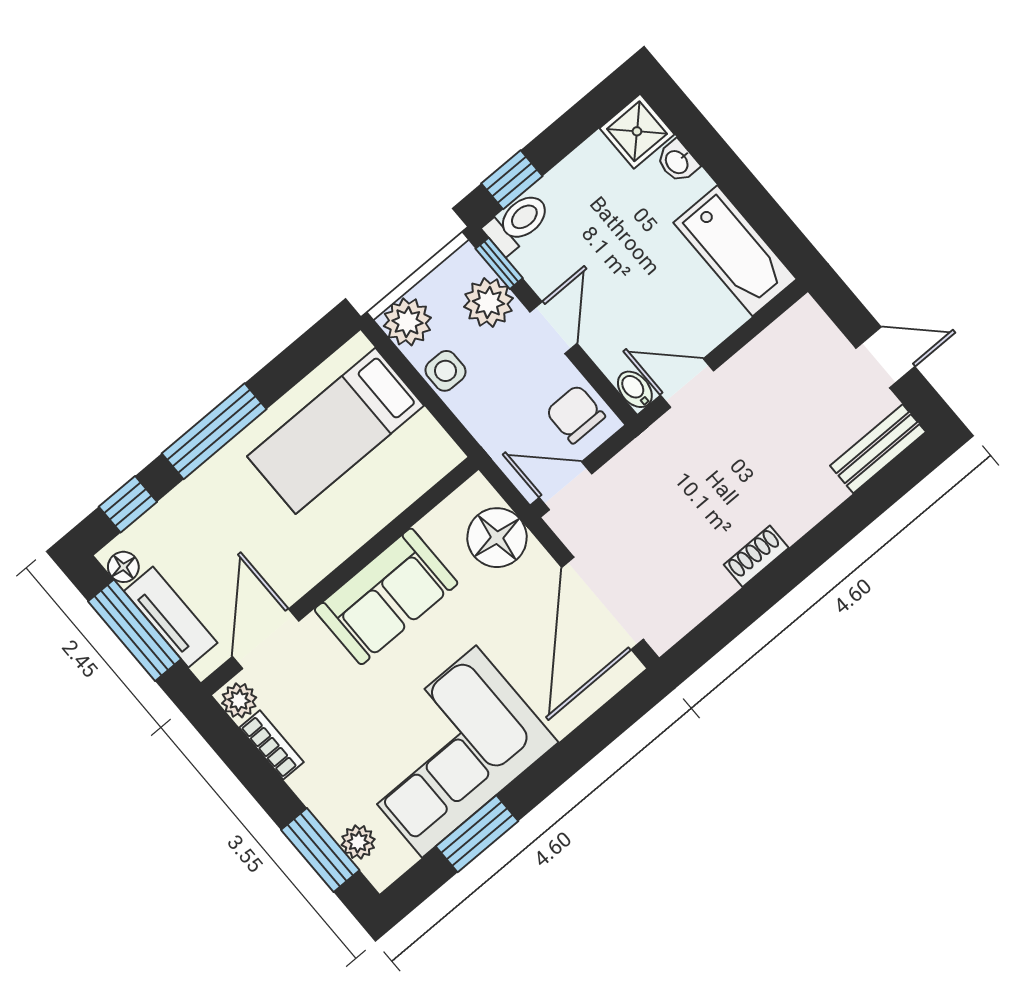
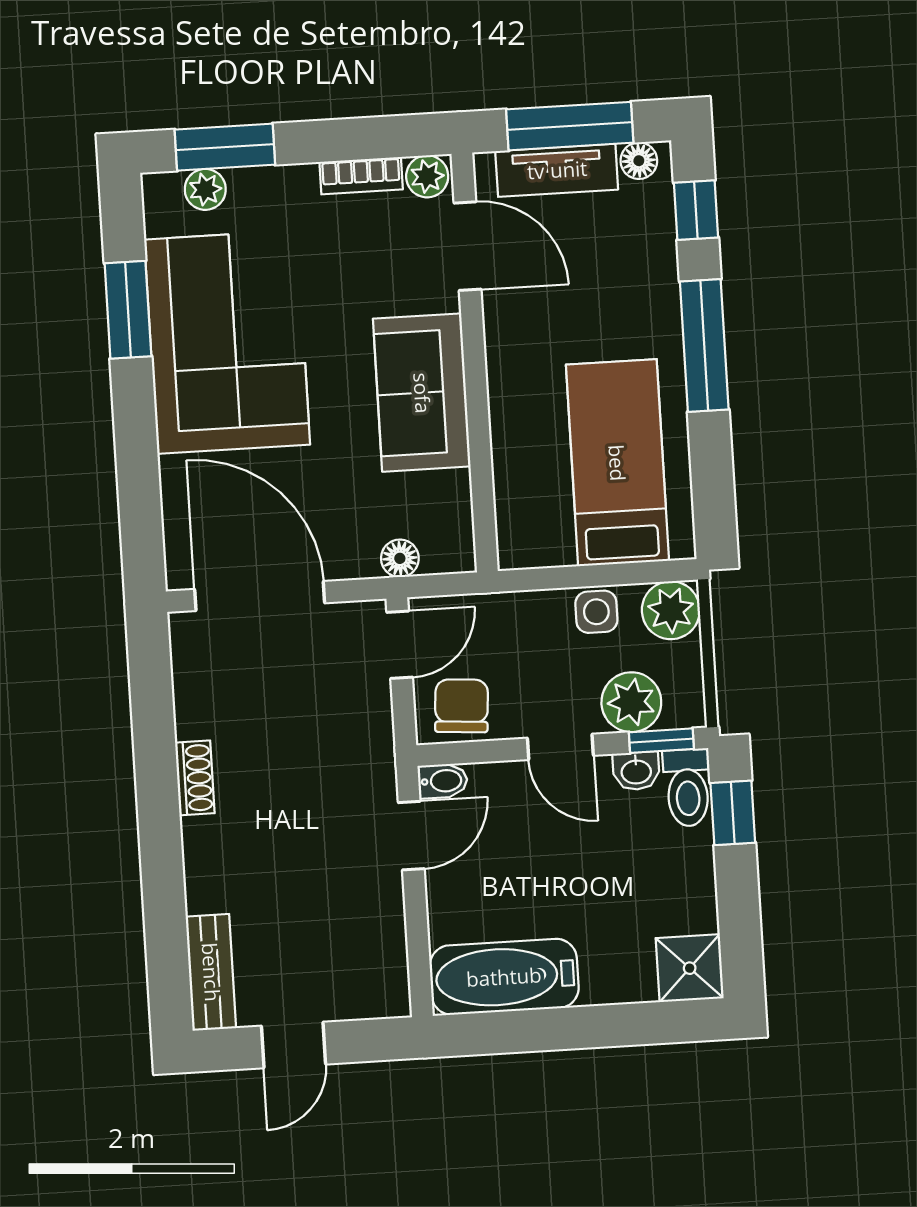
washbasin: (677, 162) -> (636, 771), moved, turned 180
chair: (575, 414) -> (462, 706), turned -86
floor lamp: (497, 538) -> (400, 558), width x0.53, depth x0.53

